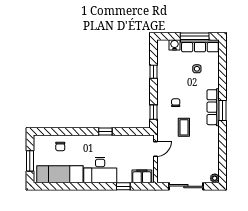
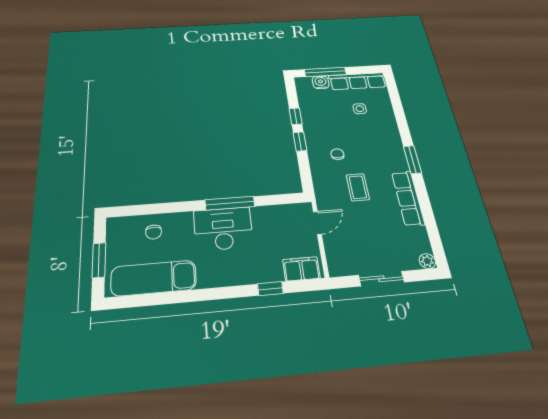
window: (195, 36) -> (325, 72), moved
row of seats: (213, 107) -> (408, 198), moved
window: (153, 112) -> (300, 141), moved
window: (105, 132) -> (230, 203), width x2.17
desk: (100, 170) -> (223, 229), moved, turned 180
sliding door: (186, 186) -> (381, 279), width x0.73

